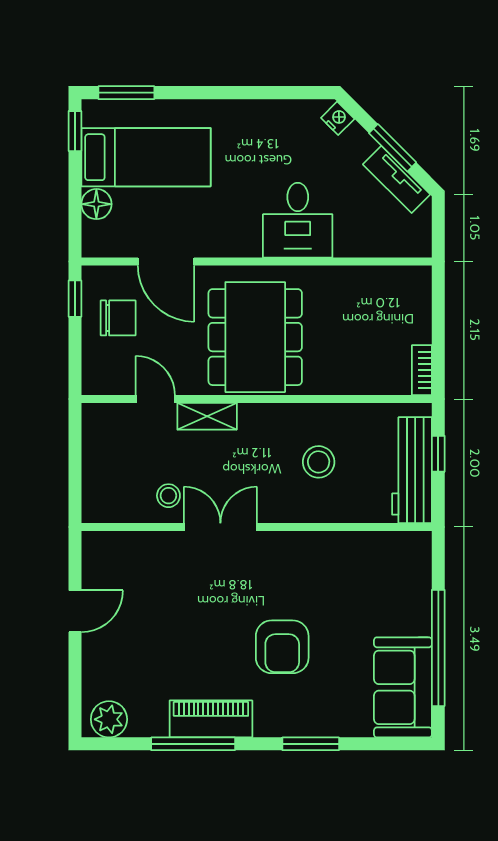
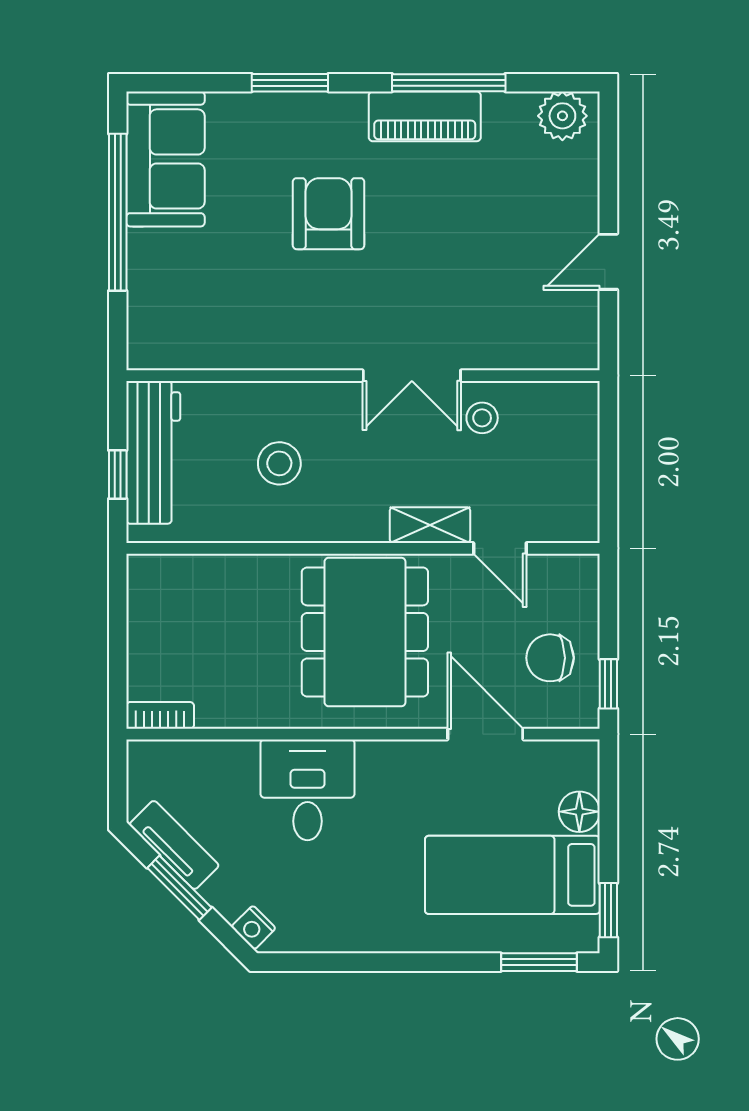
bookcase: (422, 370) -> (160, 715), moved, turned -90

